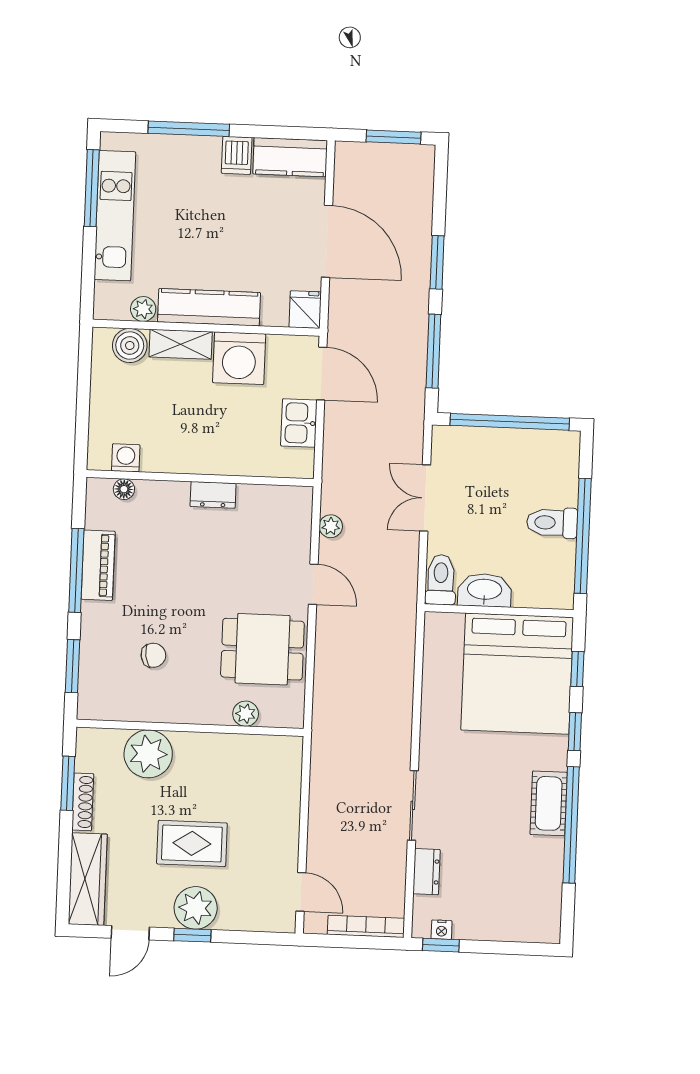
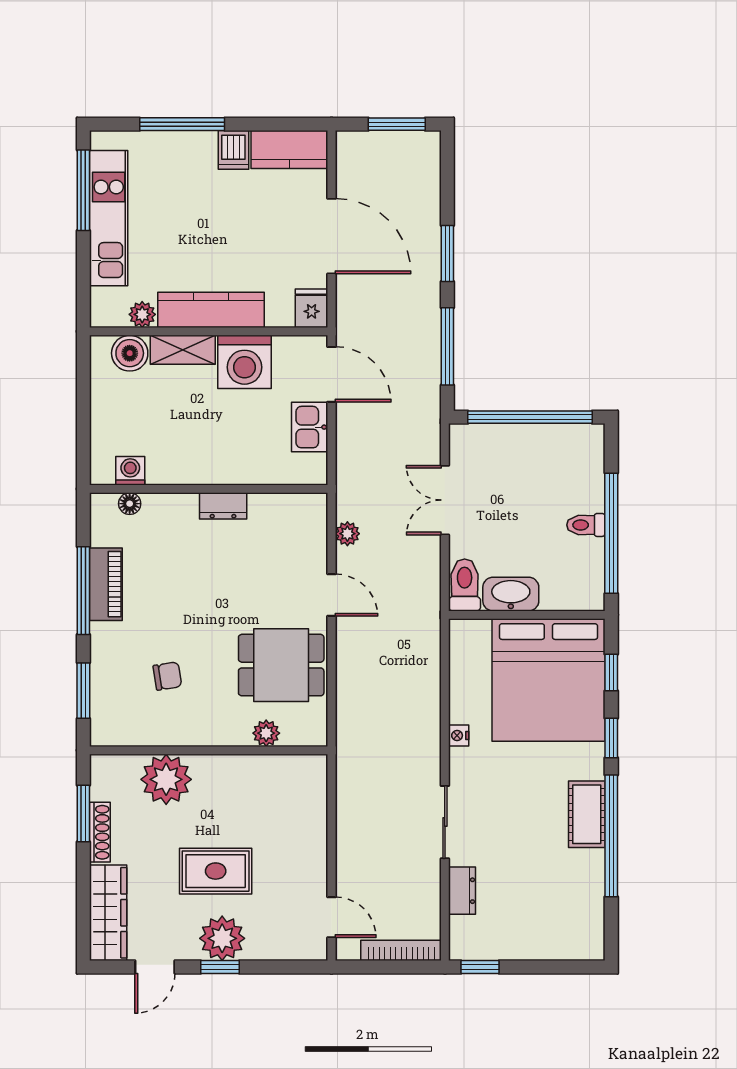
toilet: (552, 523) -> (586, 525), width x0.73, depth x0.72
nightstand: (442, 930) -> (459, 735), moved, turned 90

